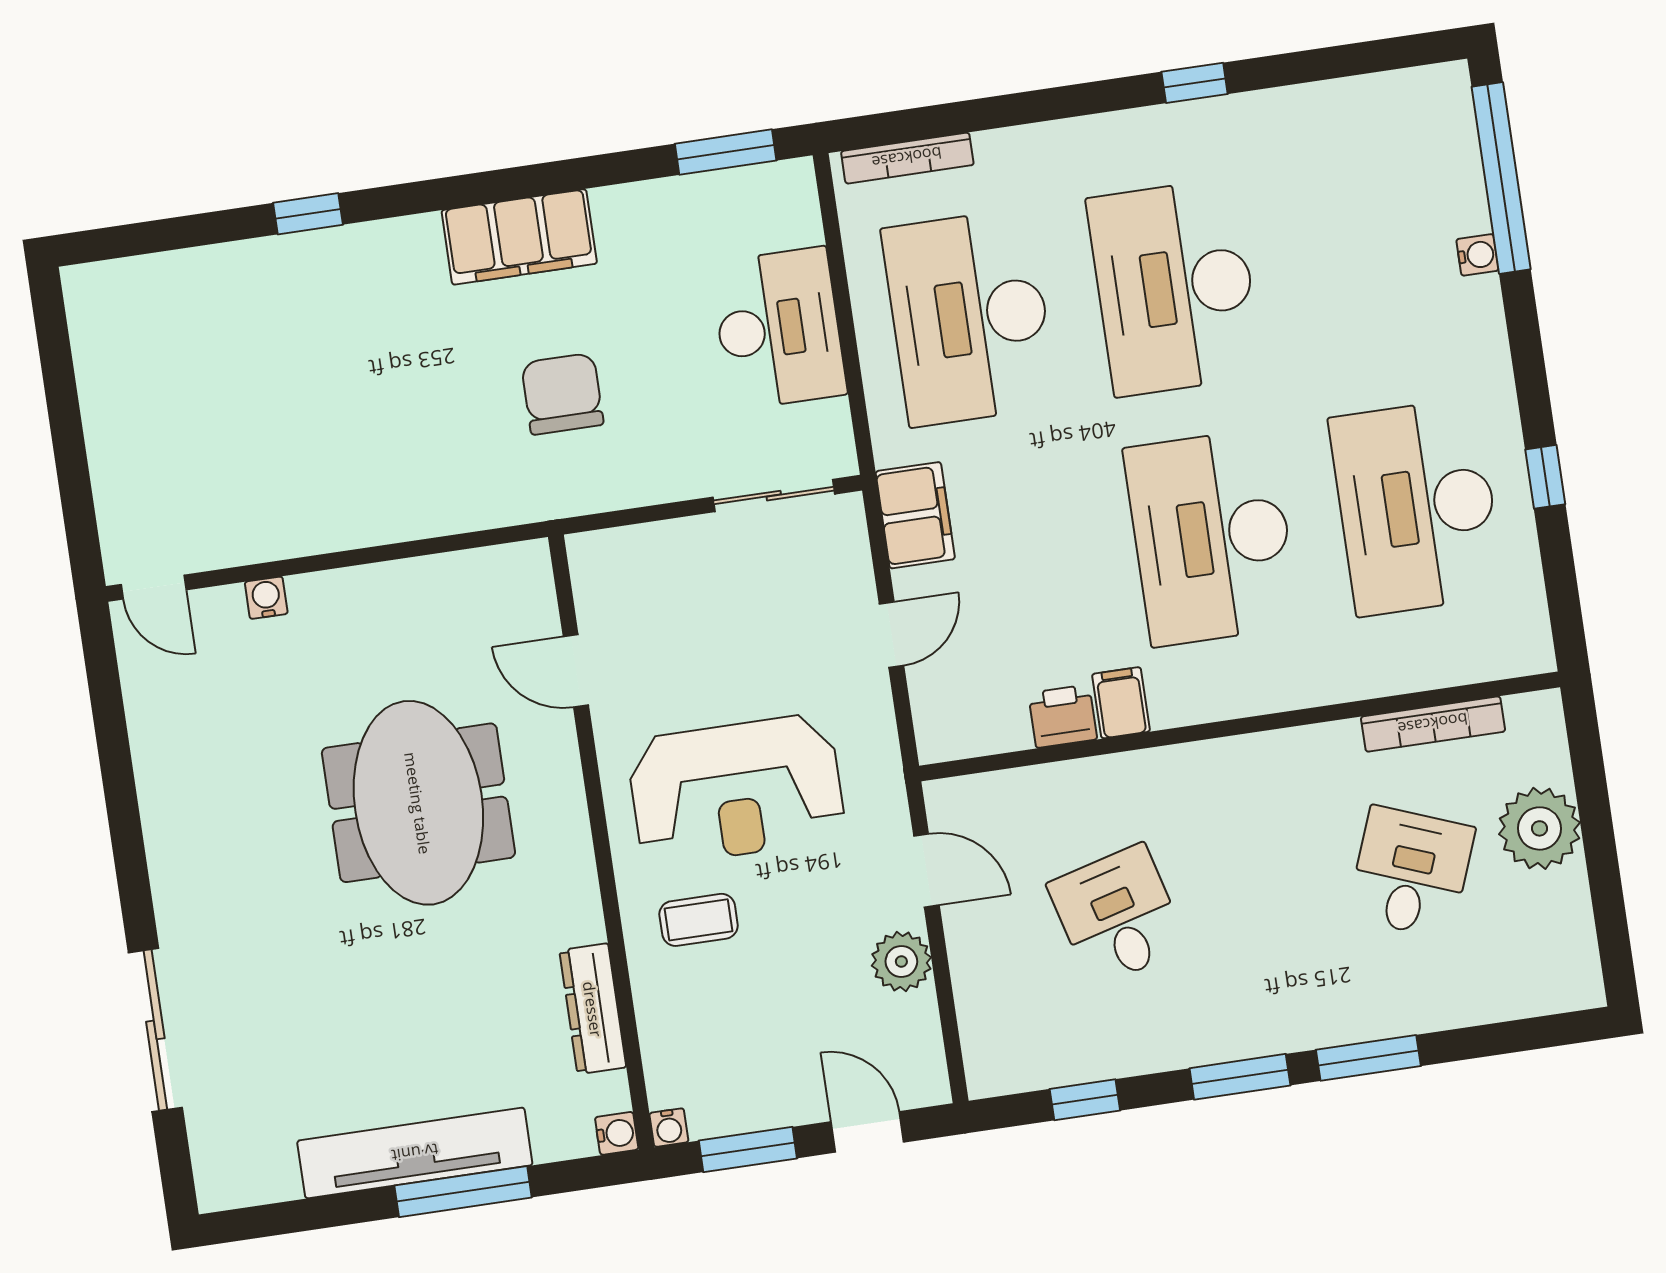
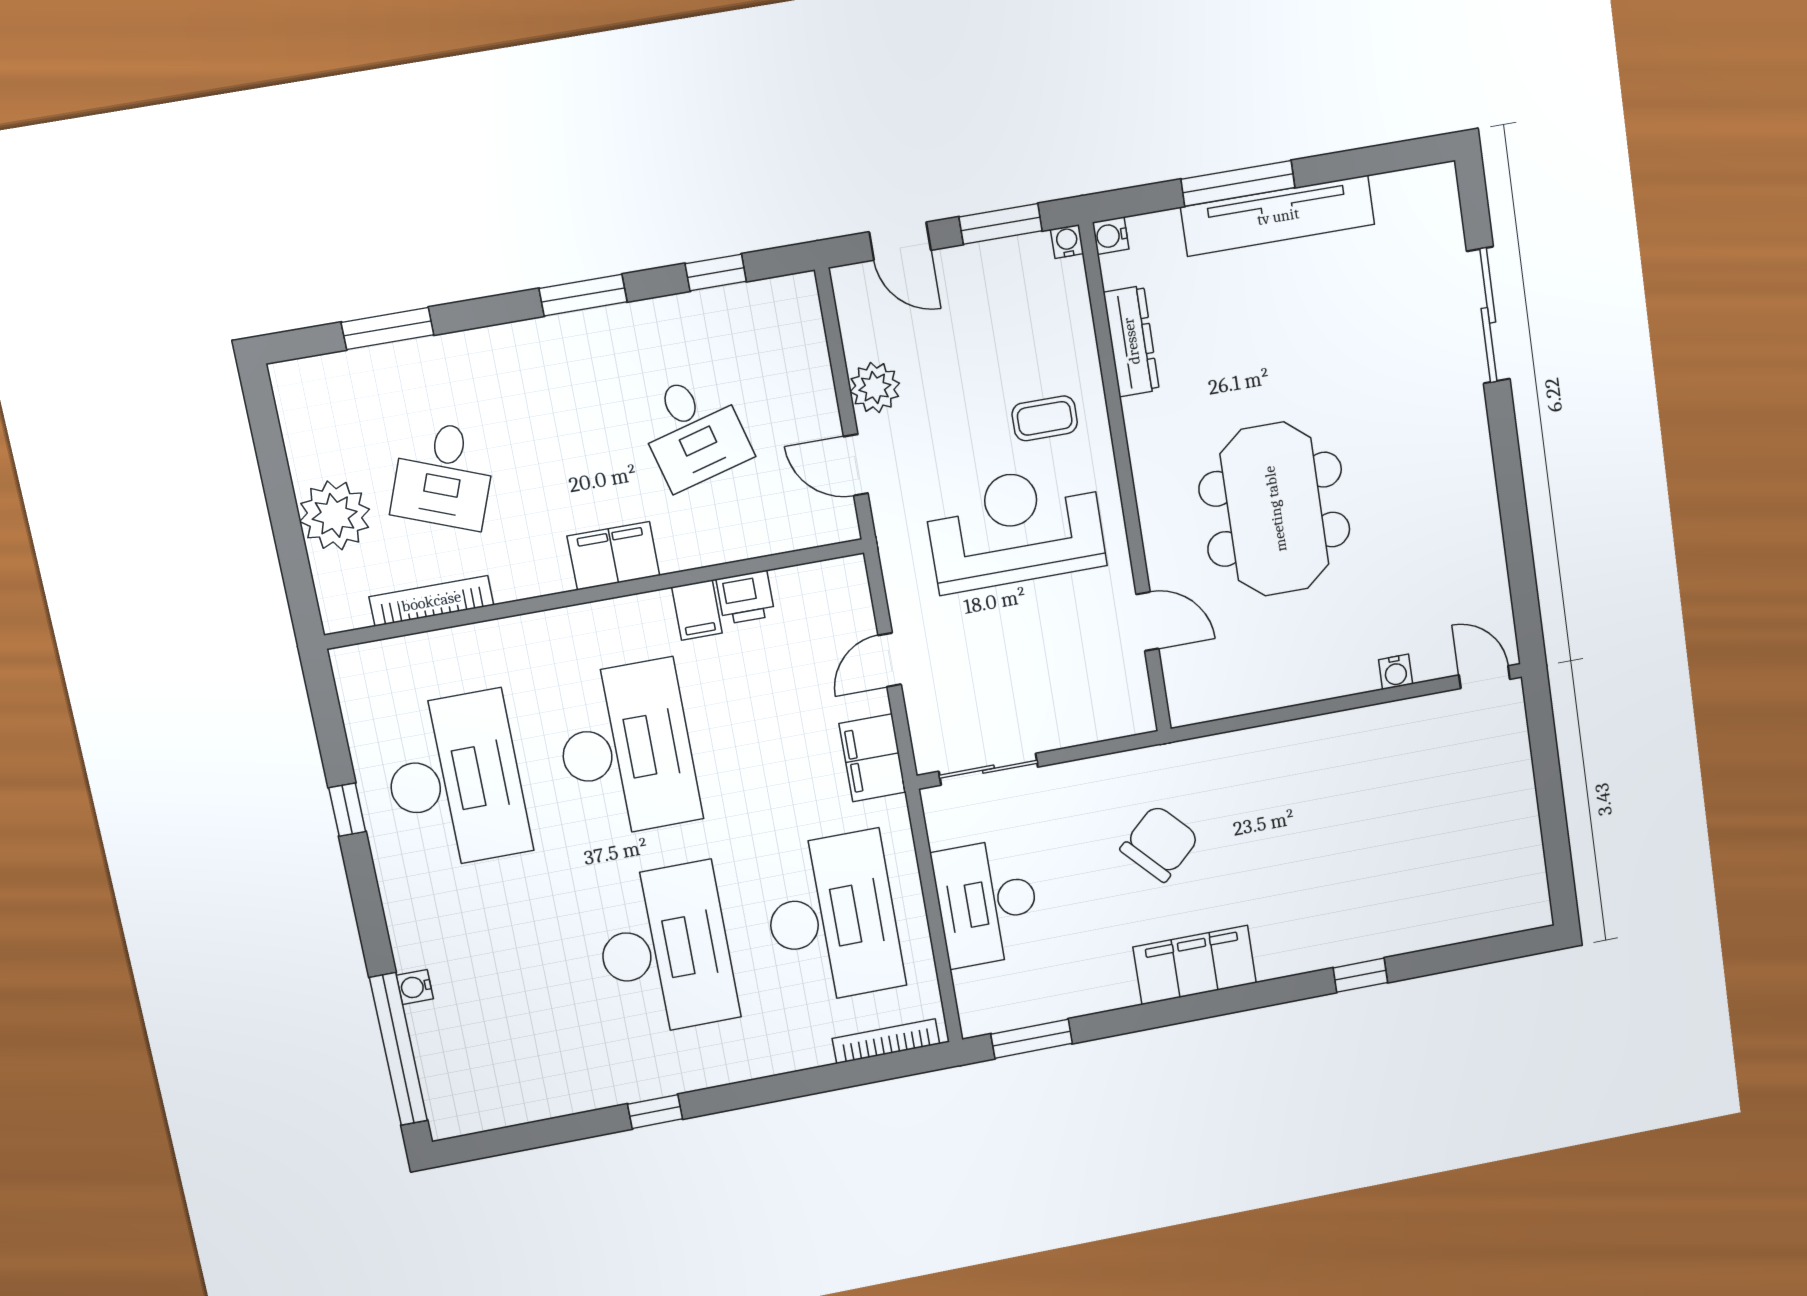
chair: (562, 394) -> (1160, 843), turned -133
filing cabinet: (1217, 771) -> (613, 556), added
window: (1368, 1058) -> (388, 329), moved

